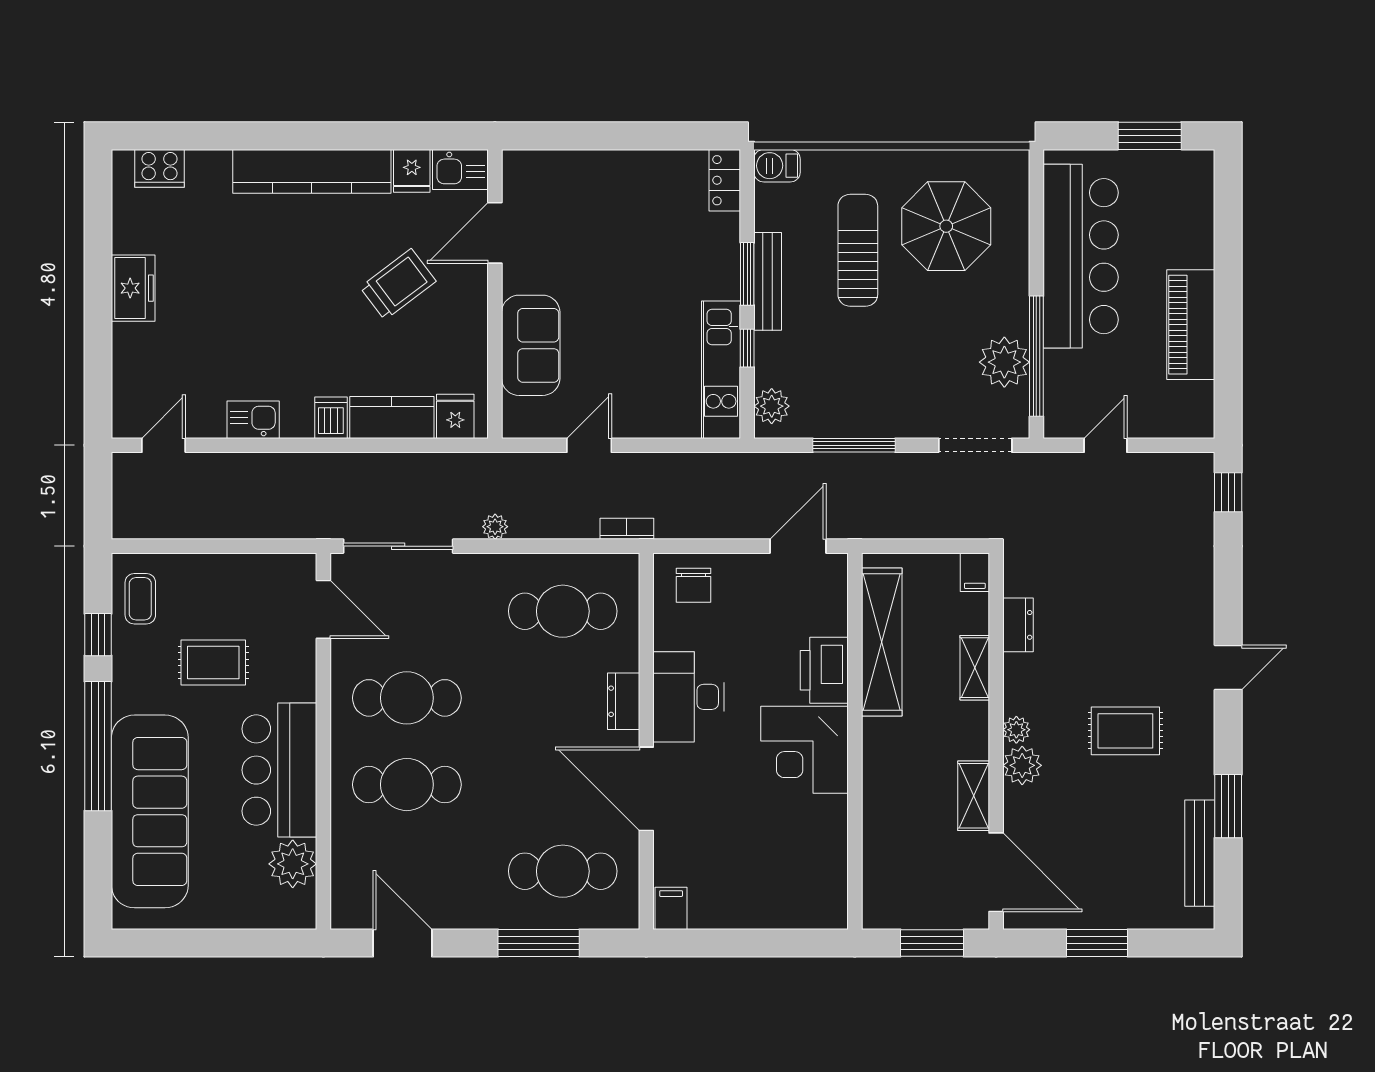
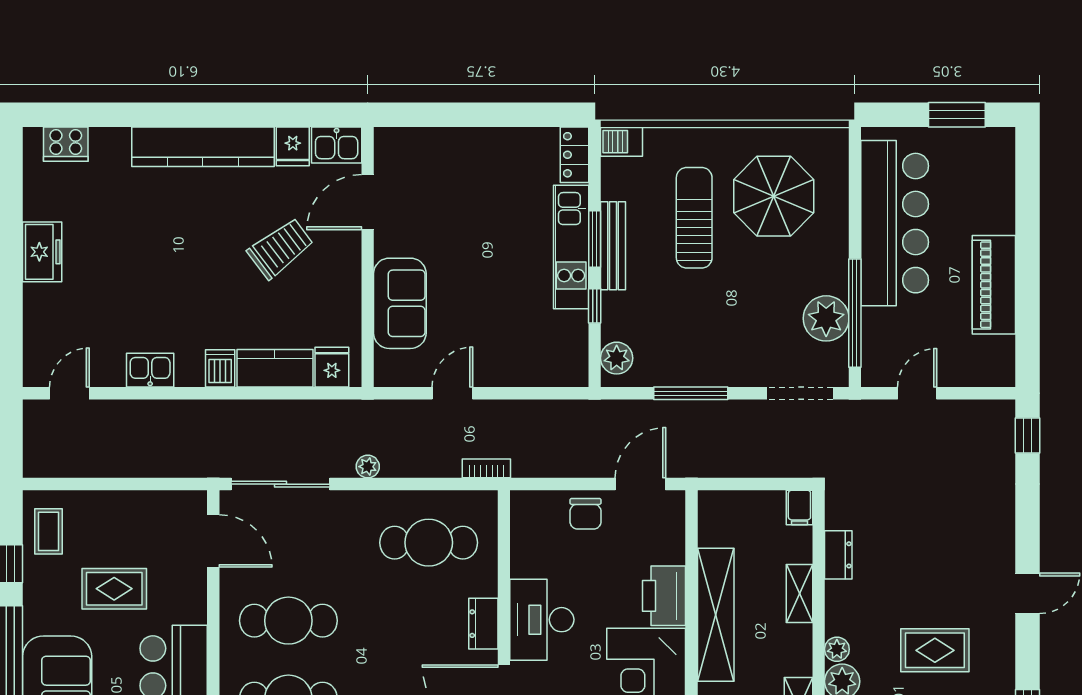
kitchen unit: (721, 370) -> (571, 247), moved
chair: (694, 585) -> (586, 514), moved
shelving: (882, 642) -> (716, 615), moved

